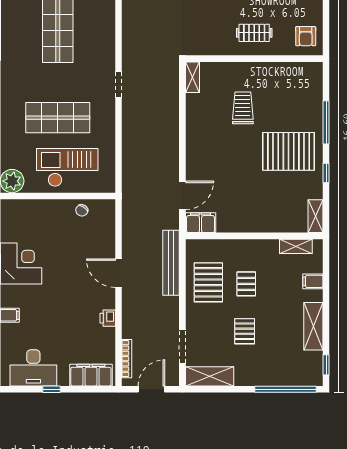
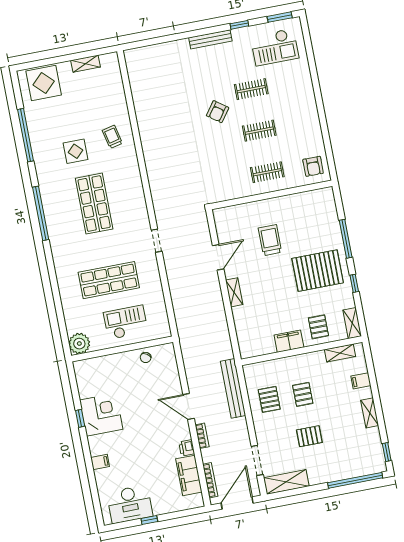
shelving: (192, 77) -> (234, 292), moved
checkout: (67, 168) -> (126, 322), width x0.73, depth x0.83
door: (182, 195) -> (218, 257), moved
pallet: (278, 213) -> (318, 327), added
filing cabinet: (201, 223) -> (289, 341), moved
pallet: (208, 282) -> (269, 399), width x0.67, depth x0.71
bookcase: (127, 308) -> (202, 436), added
shelving: (313, 326) -> (370, 413), width x0.67, depth x0.75
pallet: (245, 331) -> (309, 436), turned 90
filing cabinet: (91, 375) -> (189, 475), moved, turned -90
door: (151, 389) -> (237, 503), width x1.36

